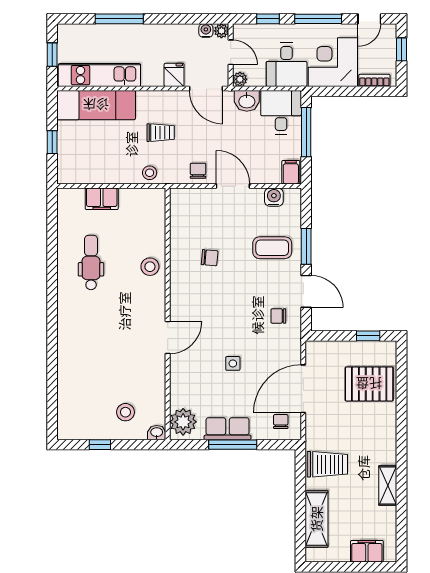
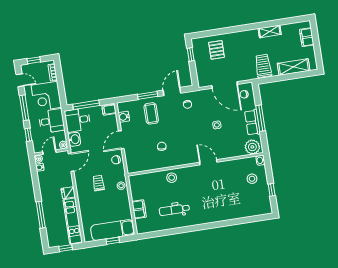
fridge: (174, 75) -> (68, 193), moved
exam couch: (96, 105) -> (113, 230), moved, turned -90
pallet: (369, 384) -> (217, 50), width x0.67, depth x0.71

